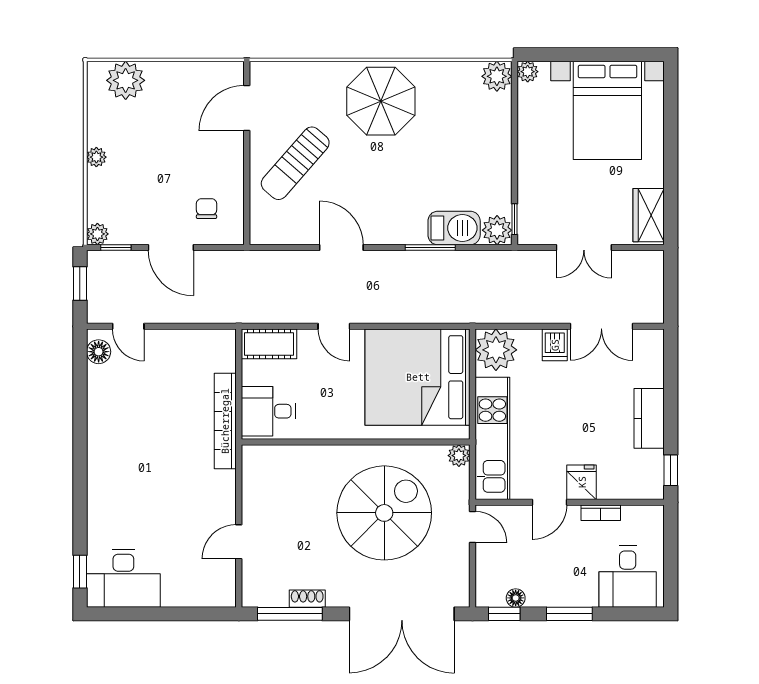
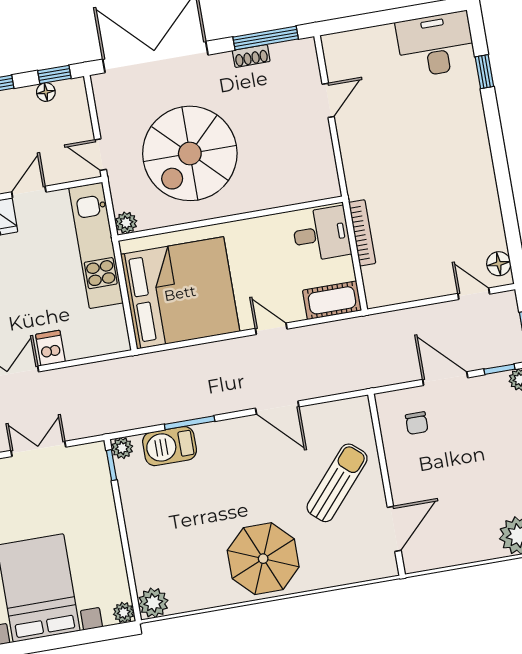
plant: (497, 230) -> (122, 448), width x0.73, depth x0.73
plant: (496, 350) -> (108, 333), removed
bookcase: (225, 421) -> (362, 233), width x0.68, depth x0.76
window: (80, 572) -> (484, 72), moved

